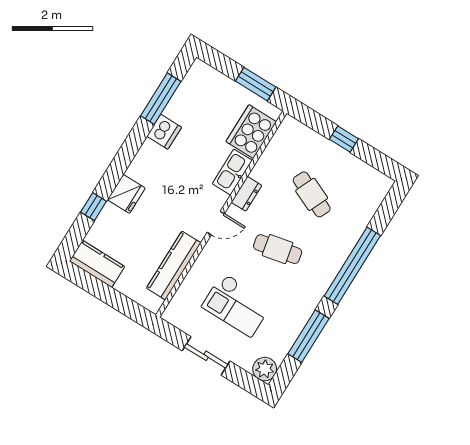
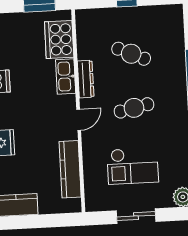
dresser: (246, 194) -> (86, 79), width x1.44

